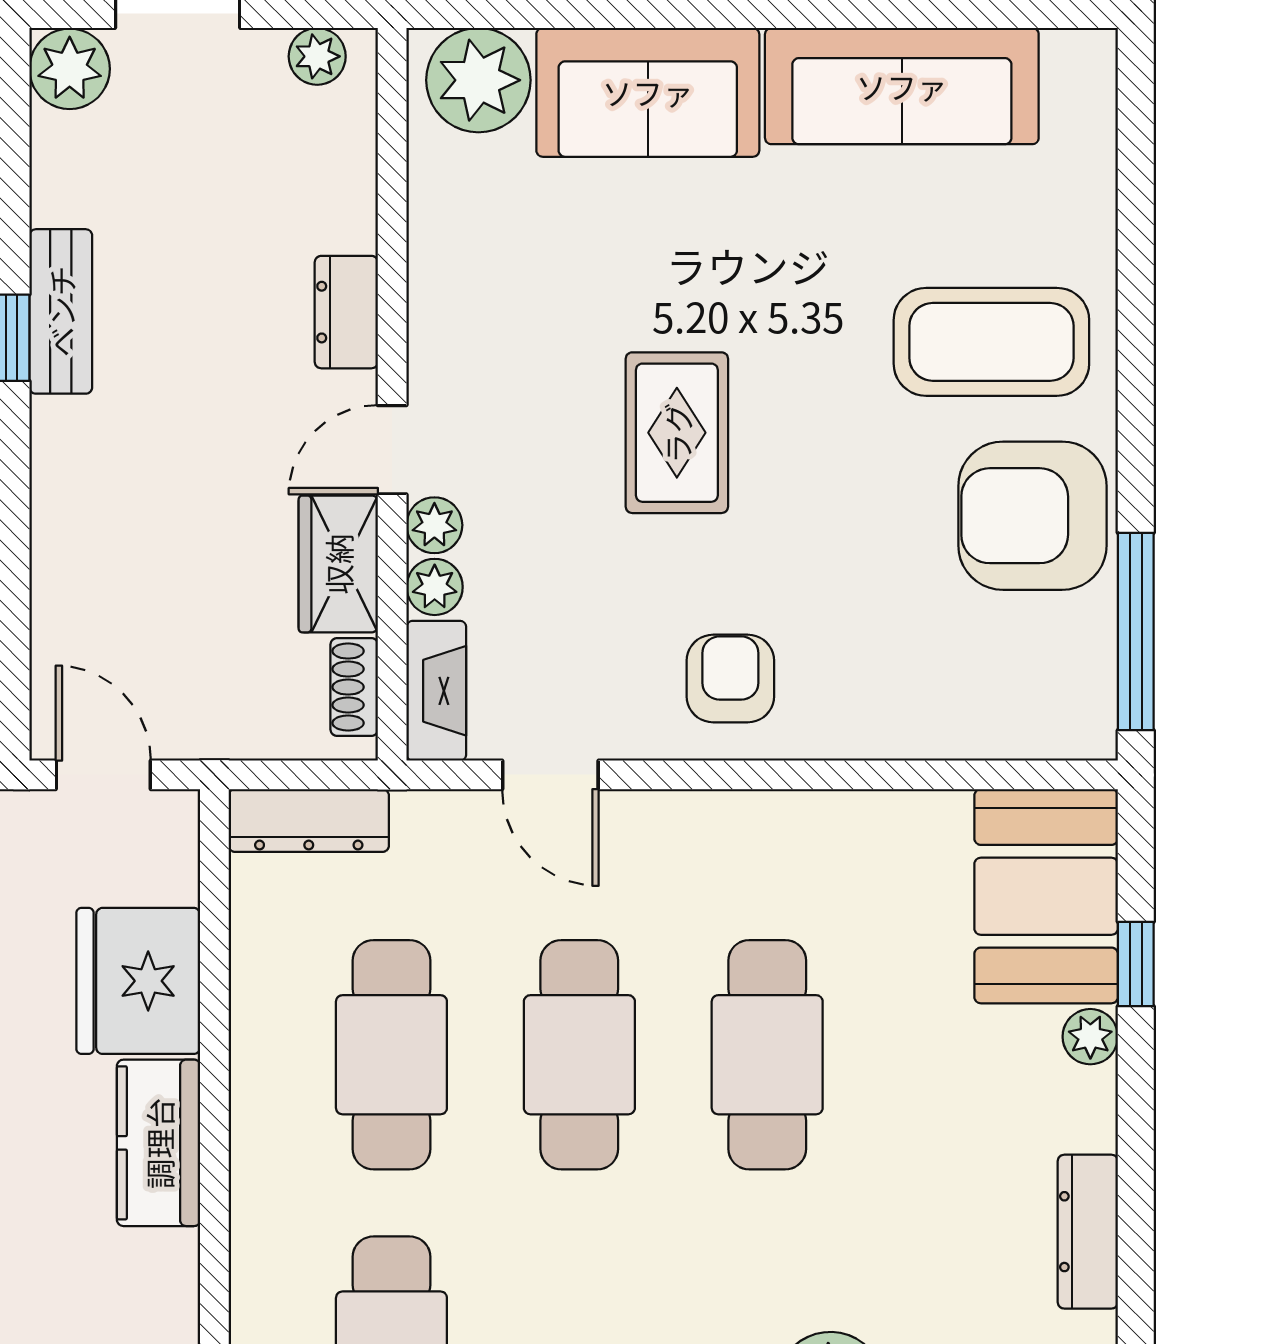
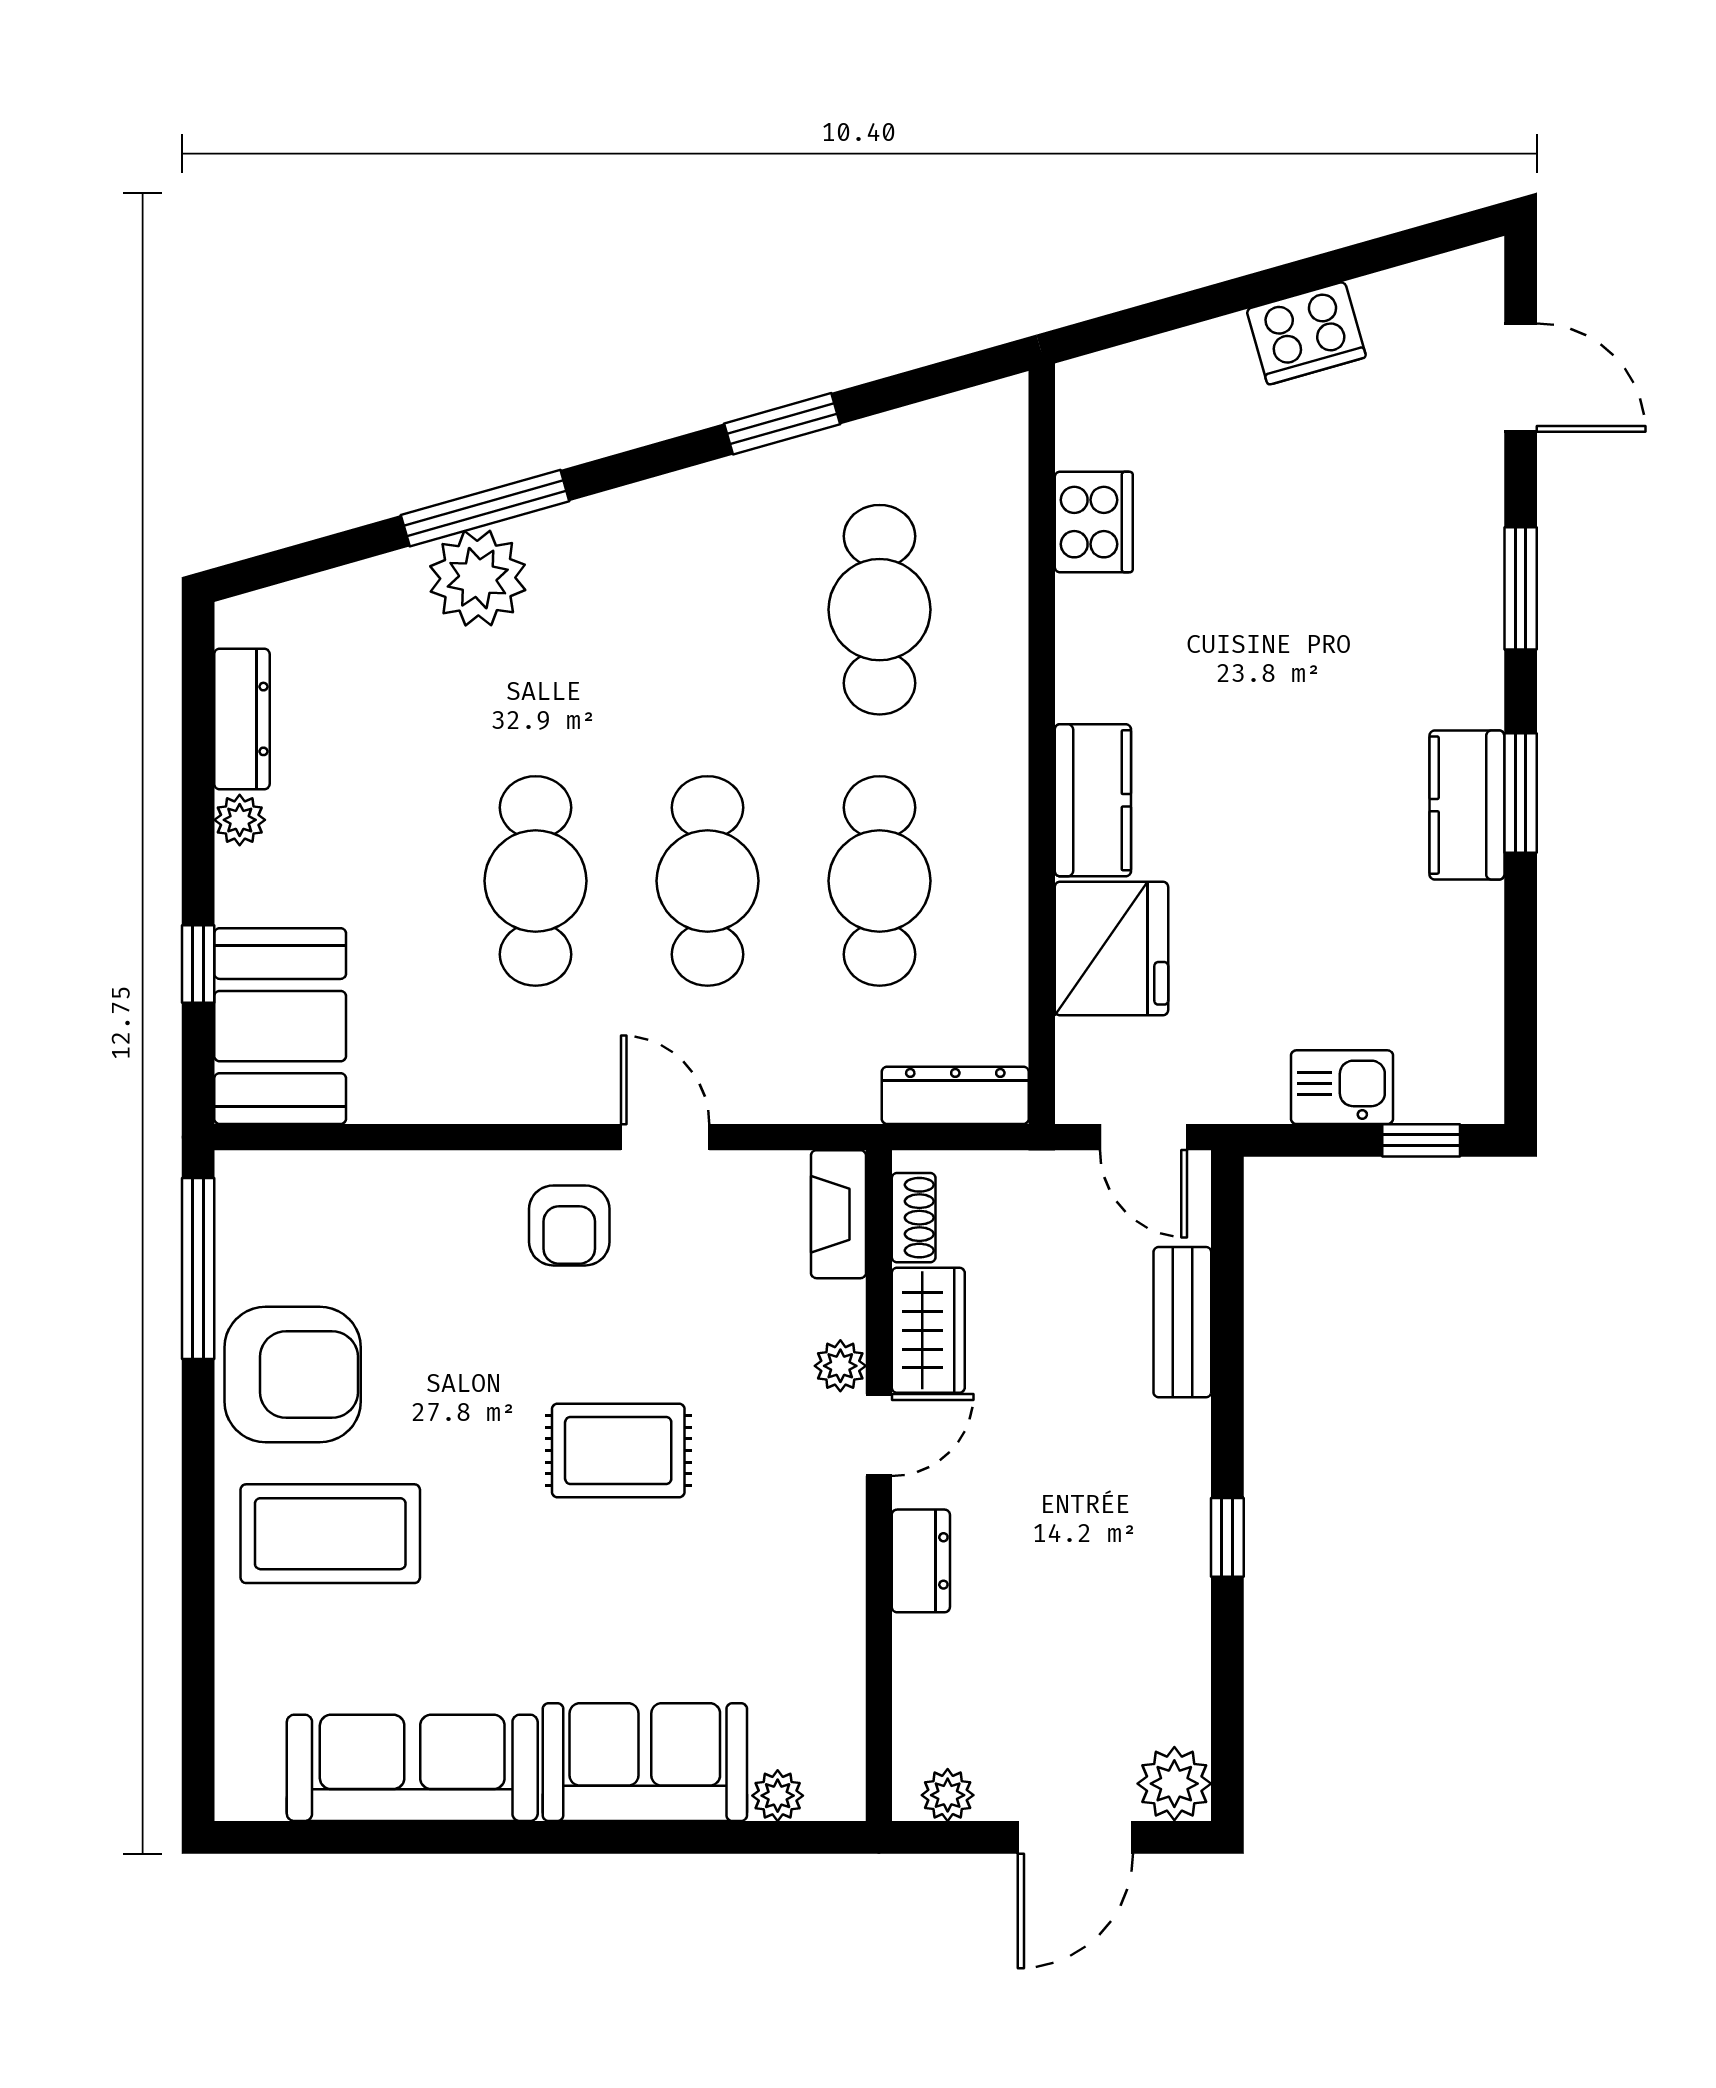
plant: (478, 80) -> (778, 1796), width x0.53, depth x0.53
bench: (61, 311) -> (1182, 1322), moved
rug: (677, 433) -> (618, 1451), turned 90
plant: (435, 587) -> (840, 1309), removed
door: (550, 775) -> (665, 1137), moved
plant: (1090, 1037) -> (240, 820), moved

